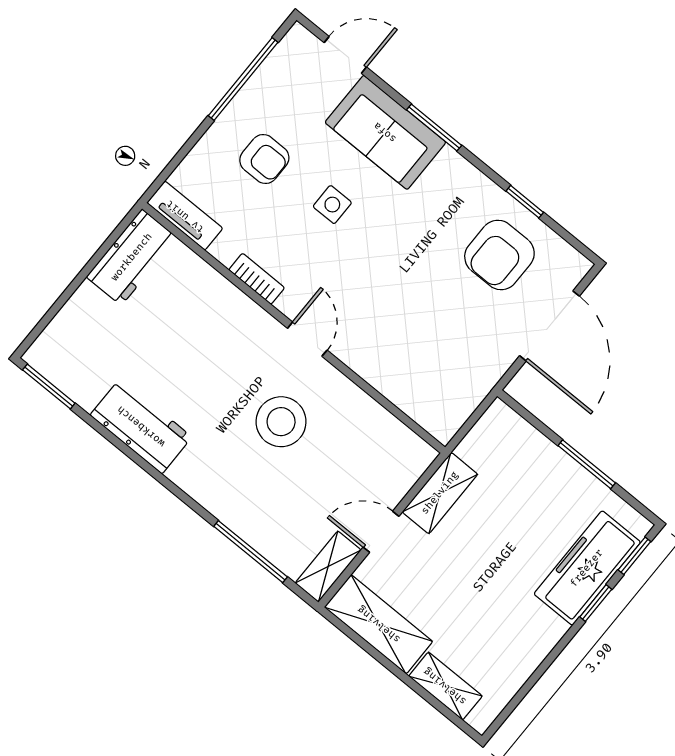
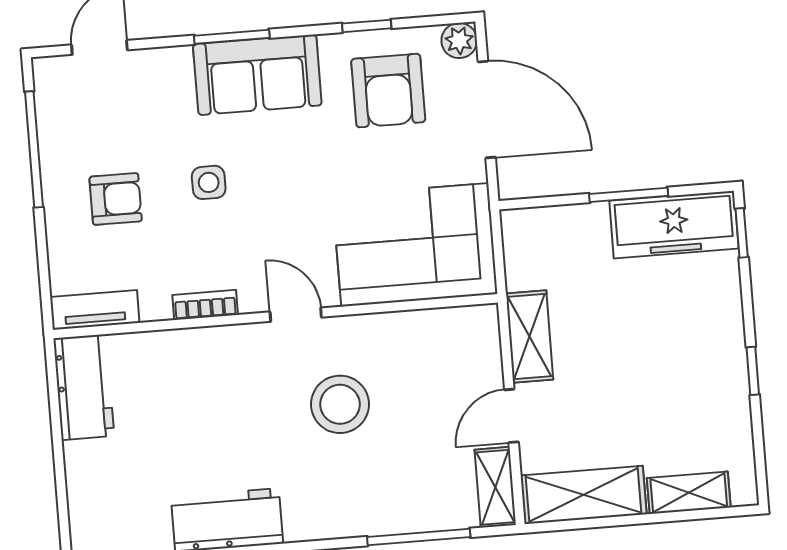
sofa: (385, 132) -> (257, 75), moved
plant: (574, 266) -> (459, 41), added
corner sofa: (424, 367) -> (415, 245), added
freezer: (587, 568) -> (674, 225), moved, turned -90
window: (596, 603) -> (753, 371), moved

